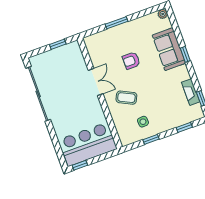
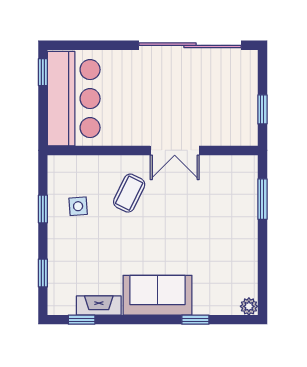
window: (117, 23) -> (262, 199), moved
sofa: (169, 49) -> (157, 295), moved
window: (185, 54) -> (195, 320), moved
armchair: (131, 61) -> (189, 224), removed

